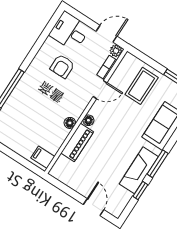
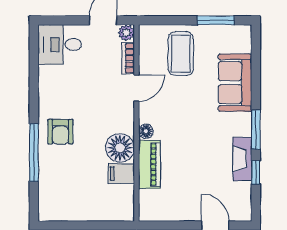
armchair: (62, 66) -> (60, 132), moved
floor lamp: (70, 123) -> (120, 148), width x1.89, depth x1.89
filing cabinet: (43, 157) -> (121, 174), moved
fireplace: (139, 170) -> (242, 159), width x0.73, depth x0.76

